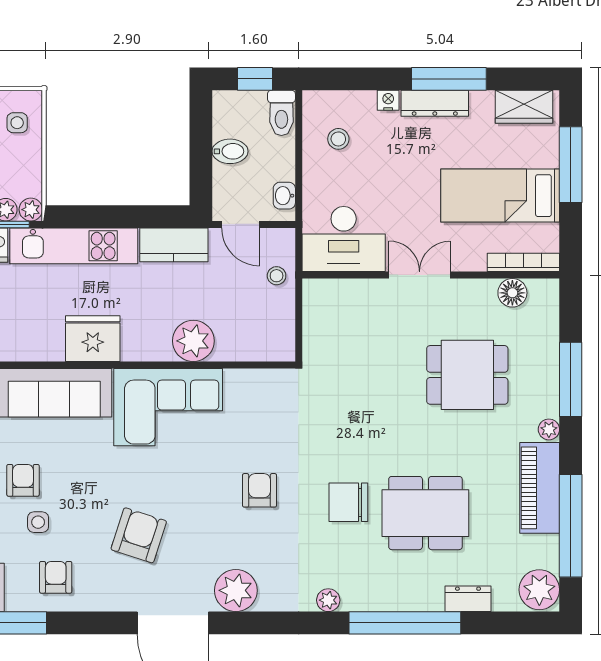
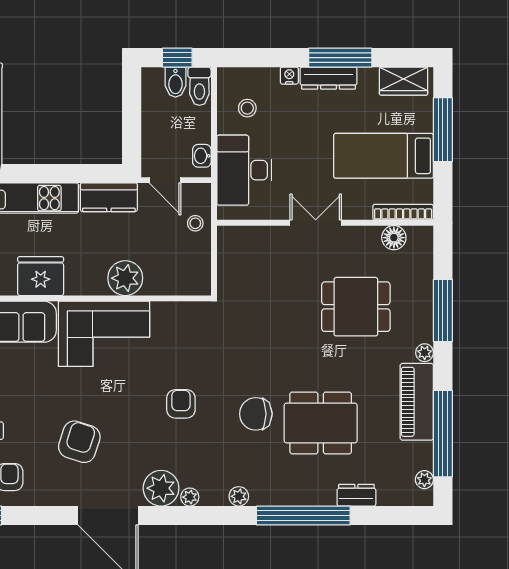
bidet: (230, 151) -> (175, 82), moved, turned 90
desk: (344, 239) -> (244, 170), moved, turned 90
plant: (539, 590) -> (424, 480), width x0.53, depth x0.53
plant: (270, 601) -> (190, 497), added

